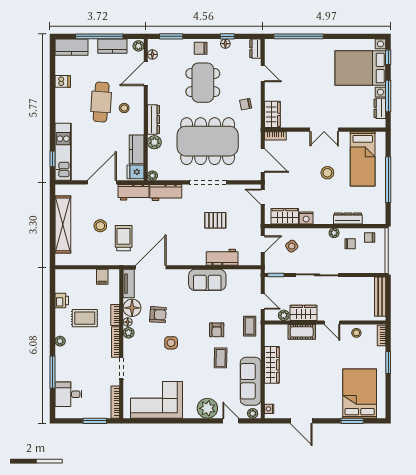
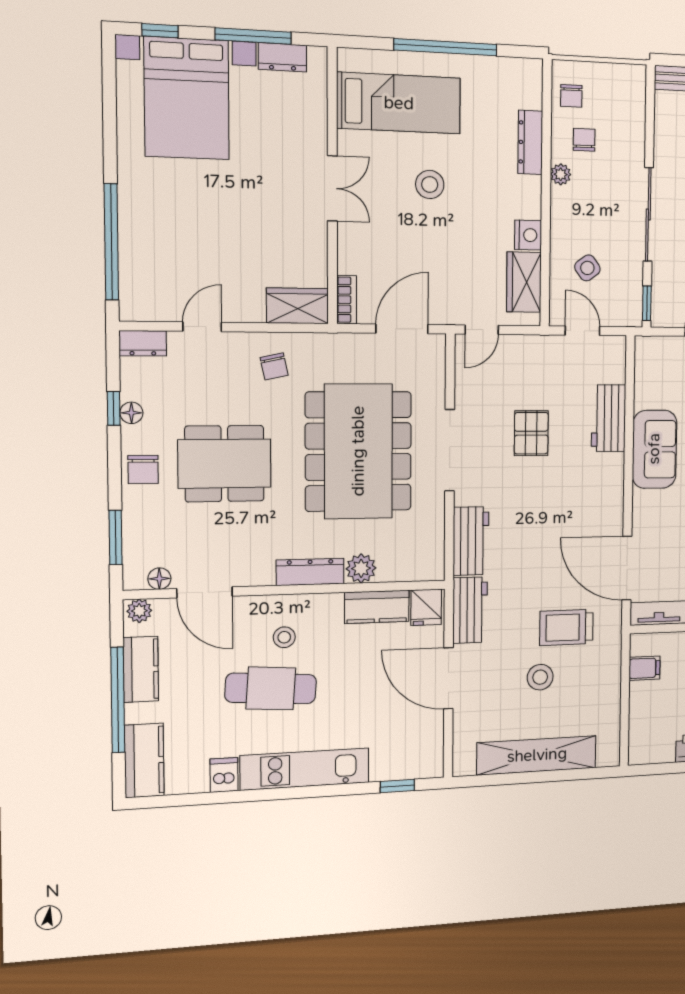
kitchen unit: (63, 152) -> (305, 769), moved
plant: (152, 176) -> (434, 570), removed

